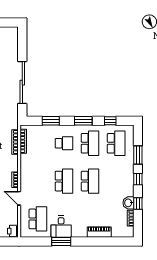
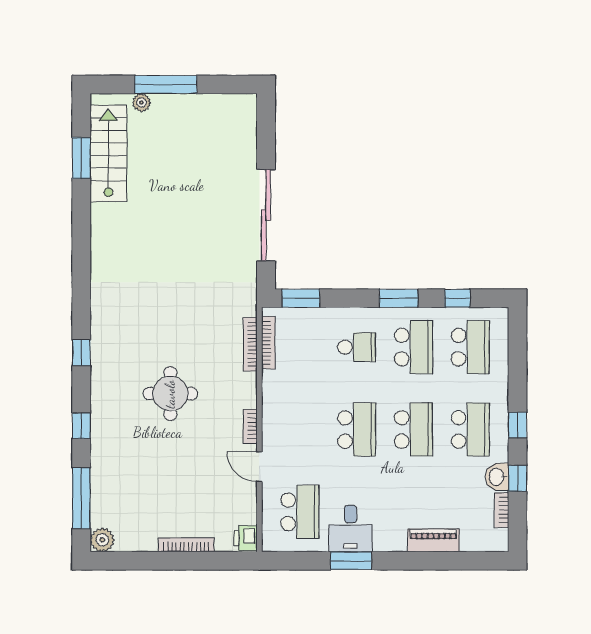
window: (51, 121) -> (301, 298), moved
window: (138, 155) -> (518, 373), removed
school desk: (116, 181) -> (470, 429), added

